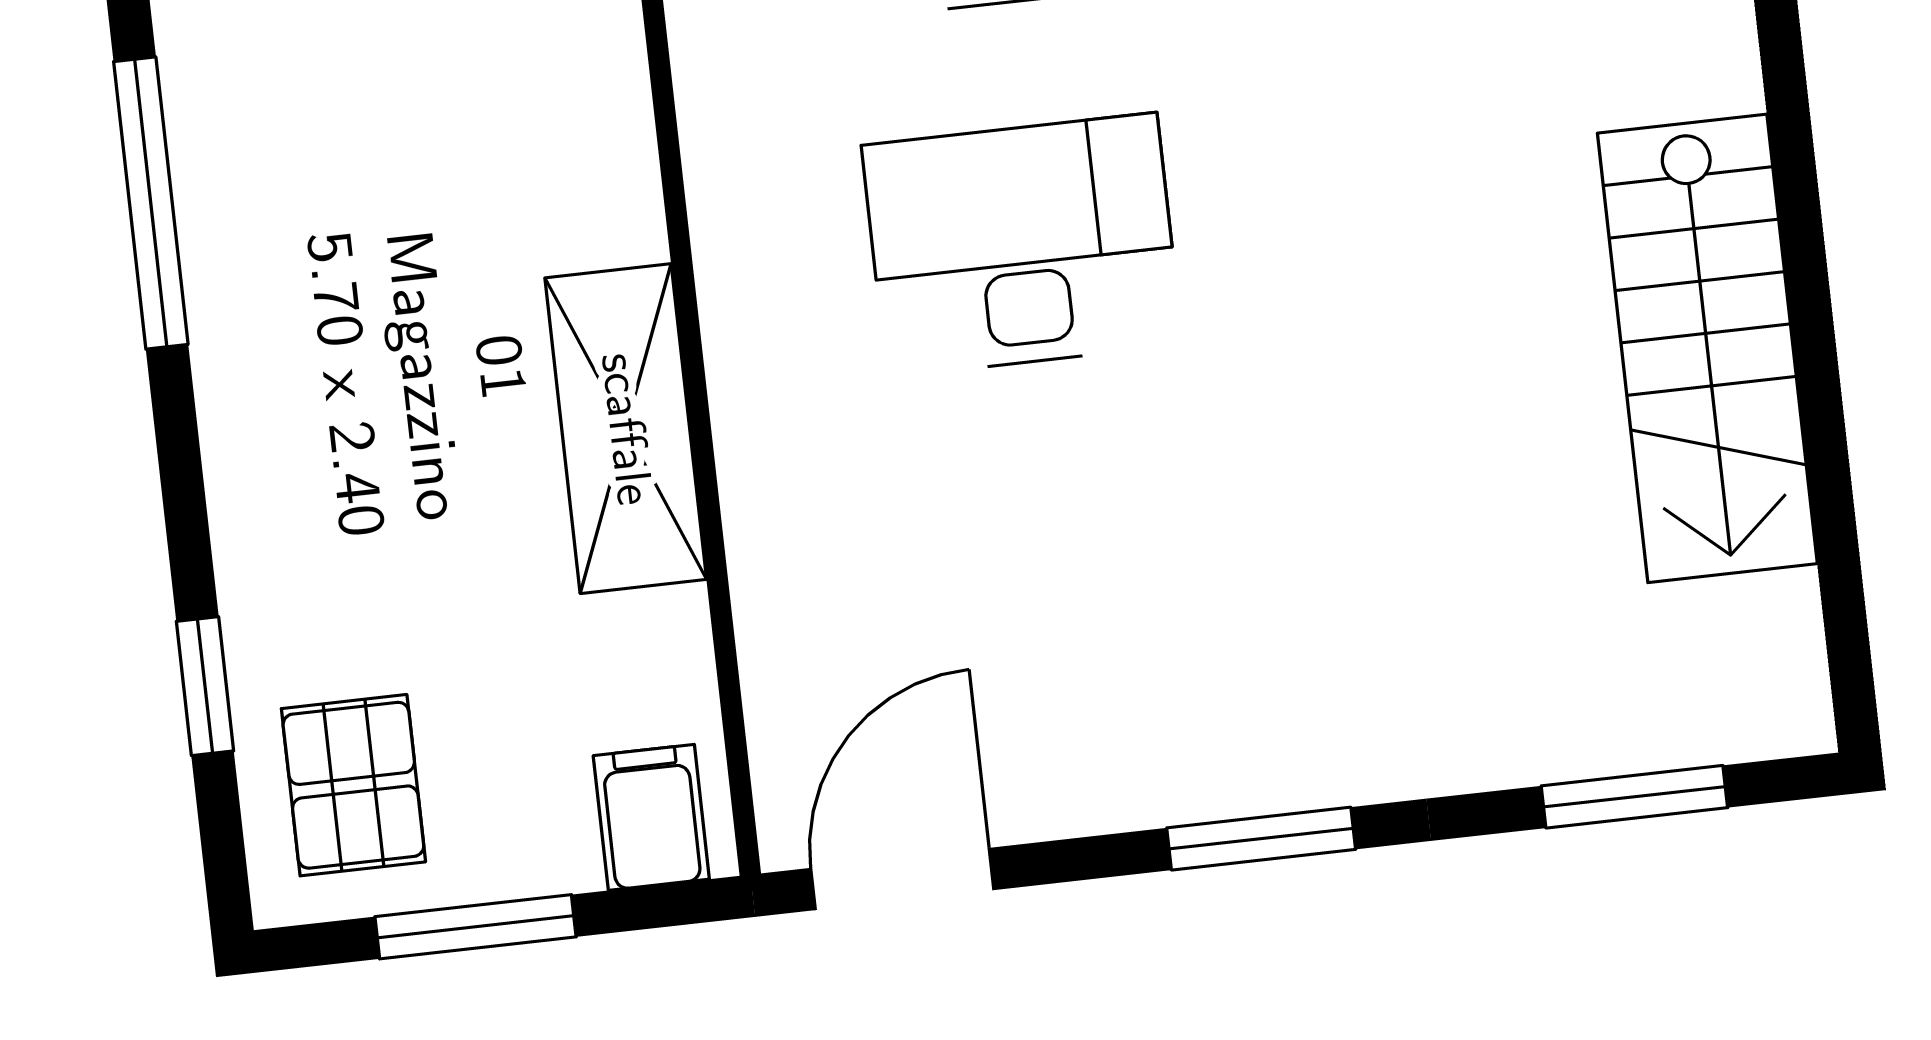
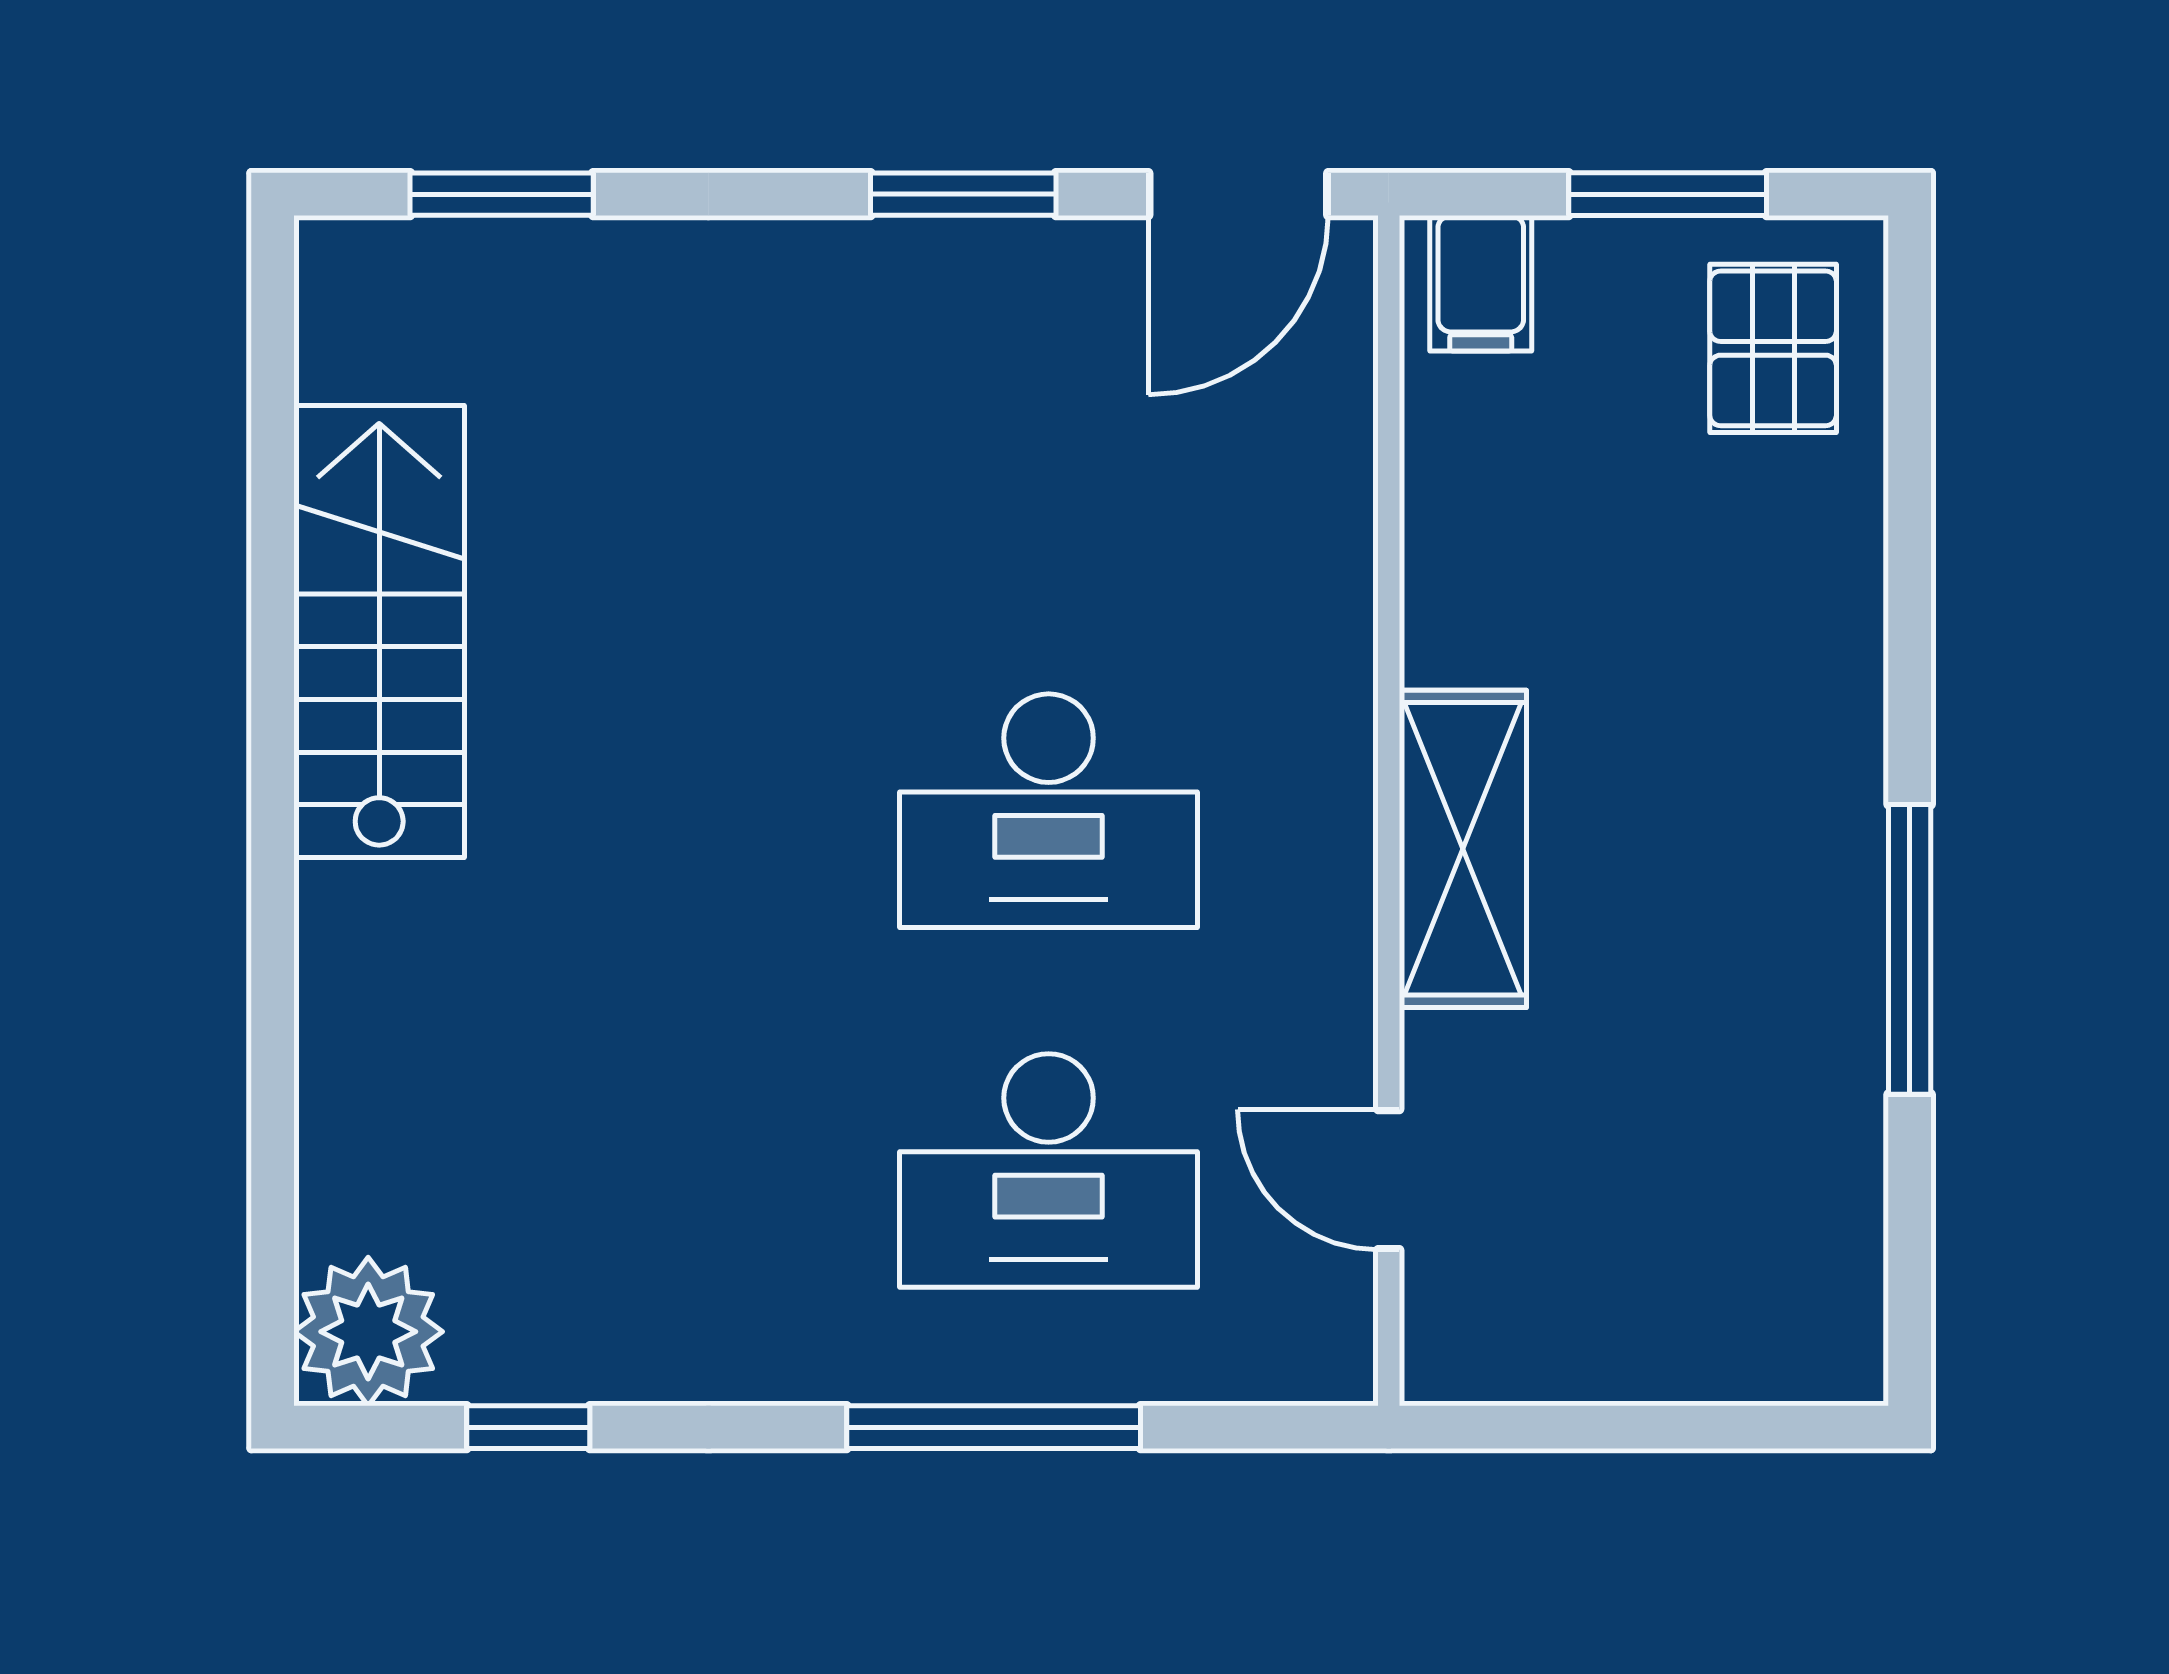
shelving: (626, 429) -> (1463, 849), moved
window: (205, 686) -> (1910, 463), removed
window: (1261, 839) -> (963, 194), moved

